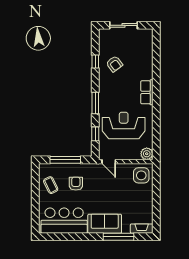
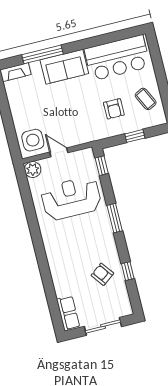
row of seats: (147, 92) -> (68, 313), moved
reception desk: (124, 125) -> (71, 198), turned 180
window: (95, 134) -> (102, 166), moved
window: (65, 160) -> (135, 136), width x0.46
door: (109, 162) -> (59, 152), moved

